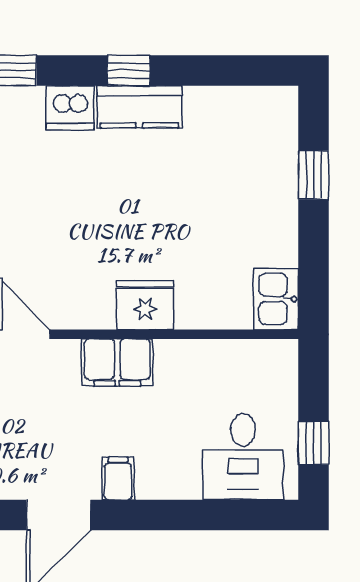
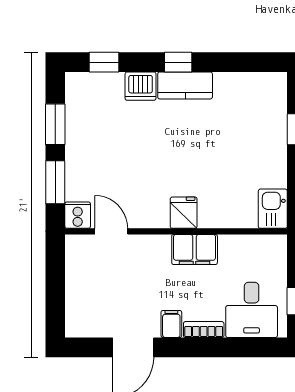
fridge: (145, 305) -> (184, 213), width x0.72
filing cabinet: (117, 362) -> (195, 249), moved
bookcase: (168, 487) -> (204, 330), added

